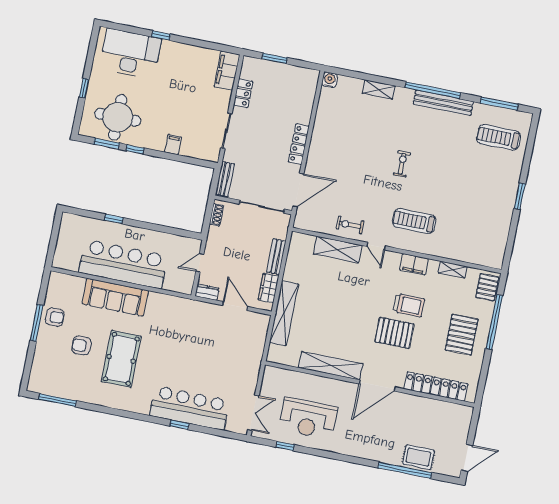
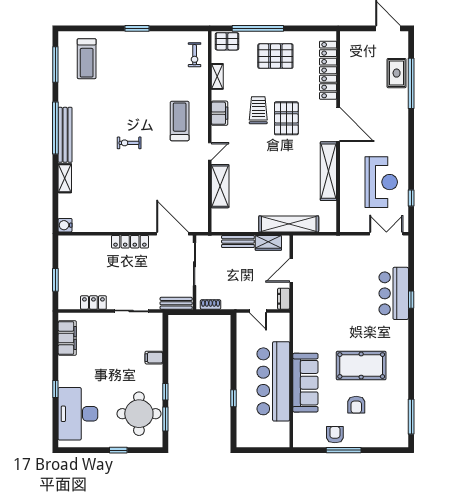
filing cabinet: (227, 71) -> (67, 338), moved, turned -90
bench: (443, 103) -> (65, 135), moved
treadmill: (414, 221) -> (180, 121), turned 180
exercise bike: (350, 225) -> (195, 55), moved
bar counter: (190, 408) -> (394, 293), width x0.73

